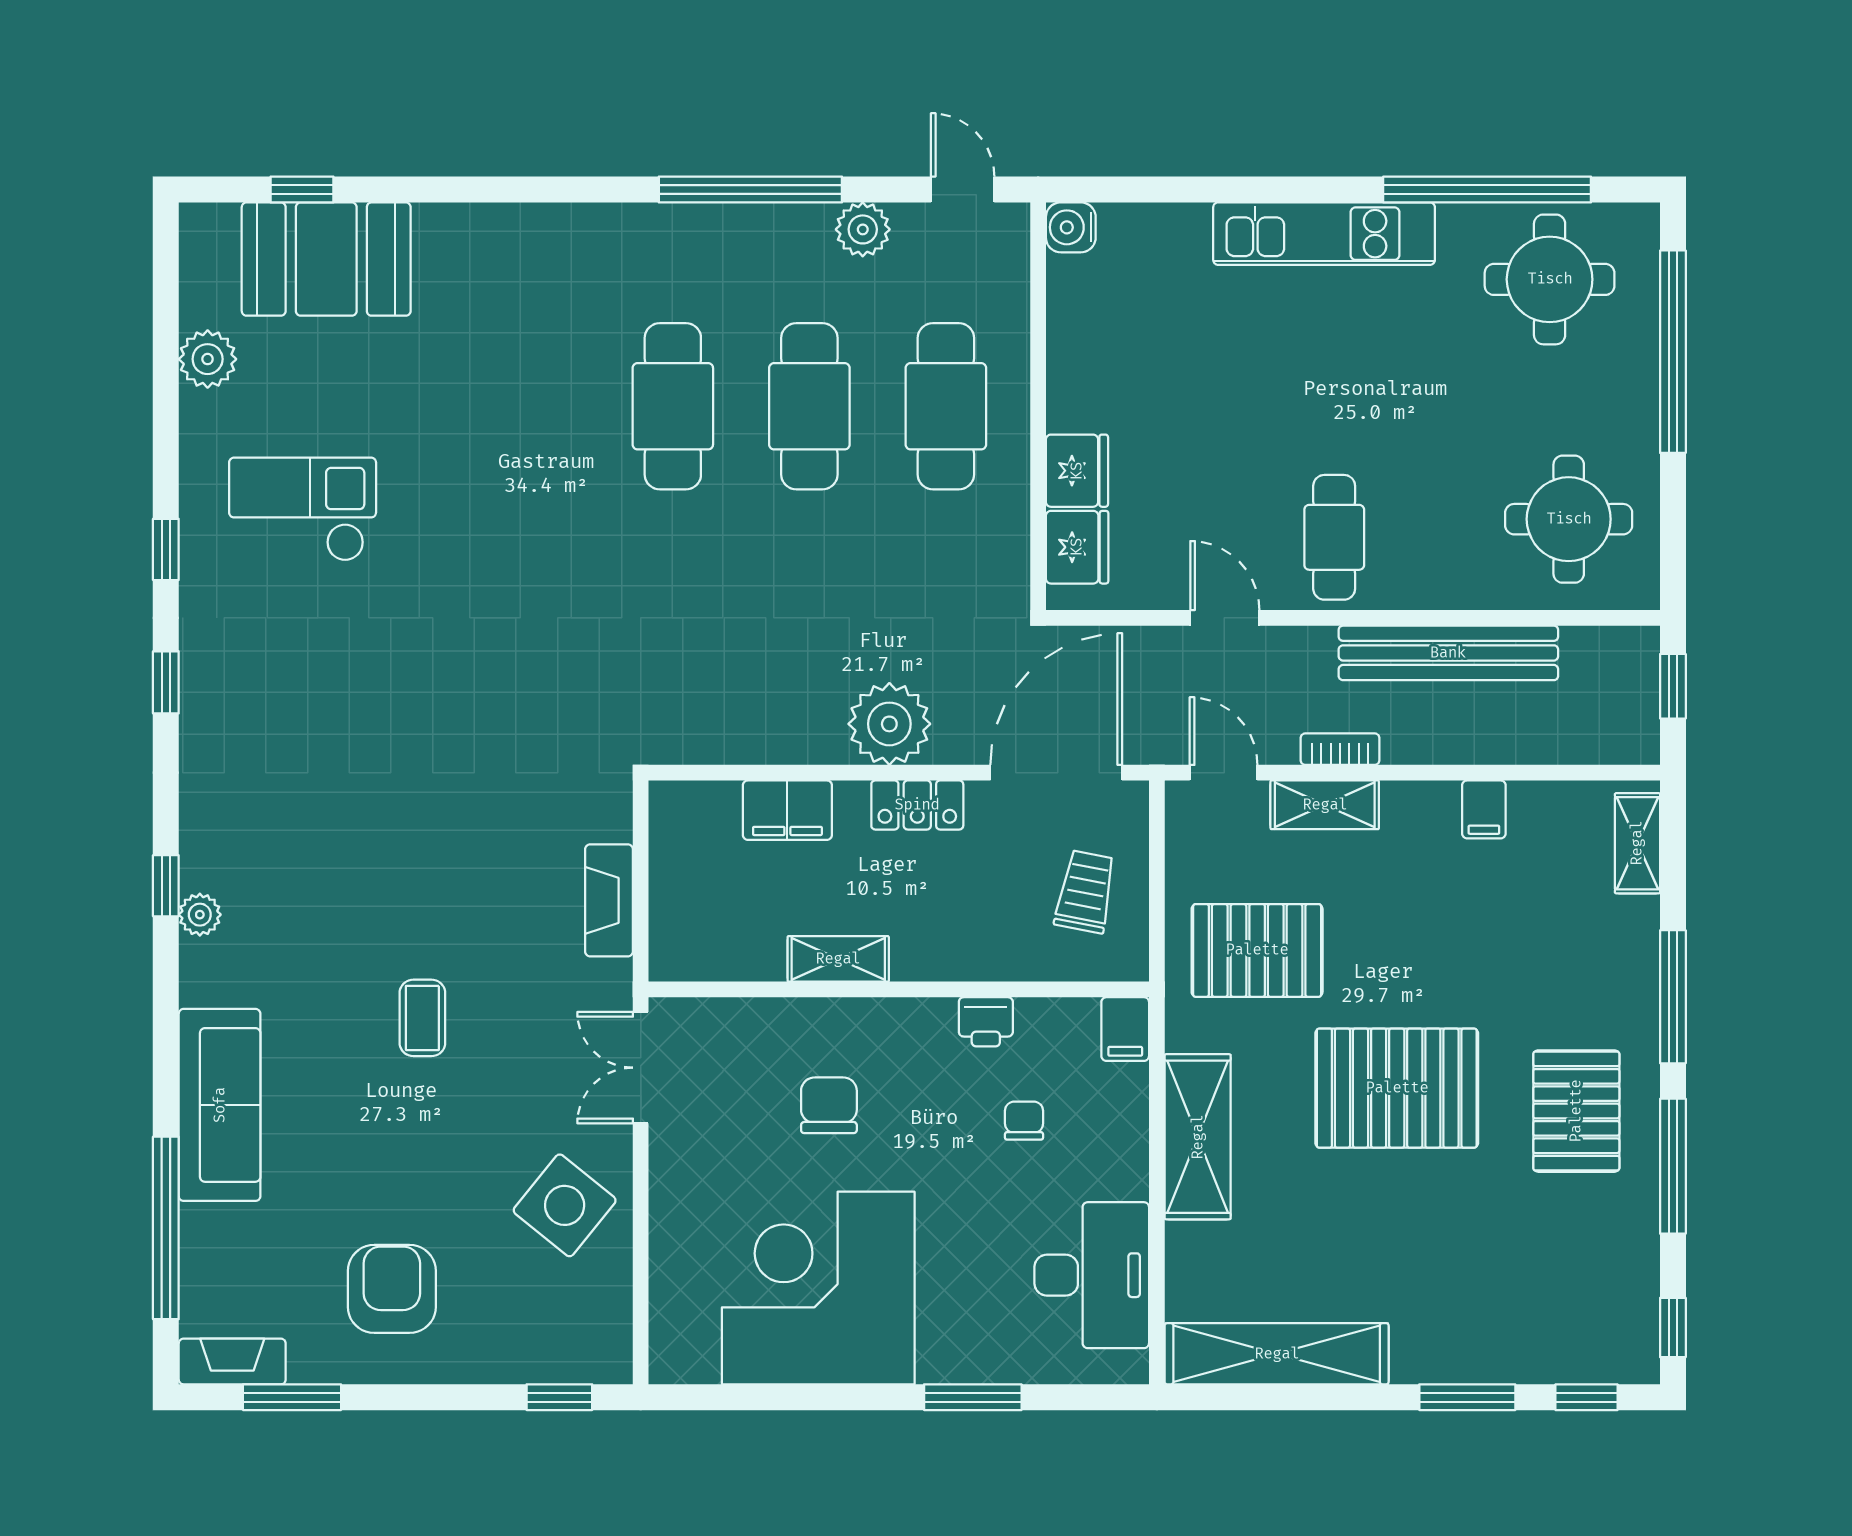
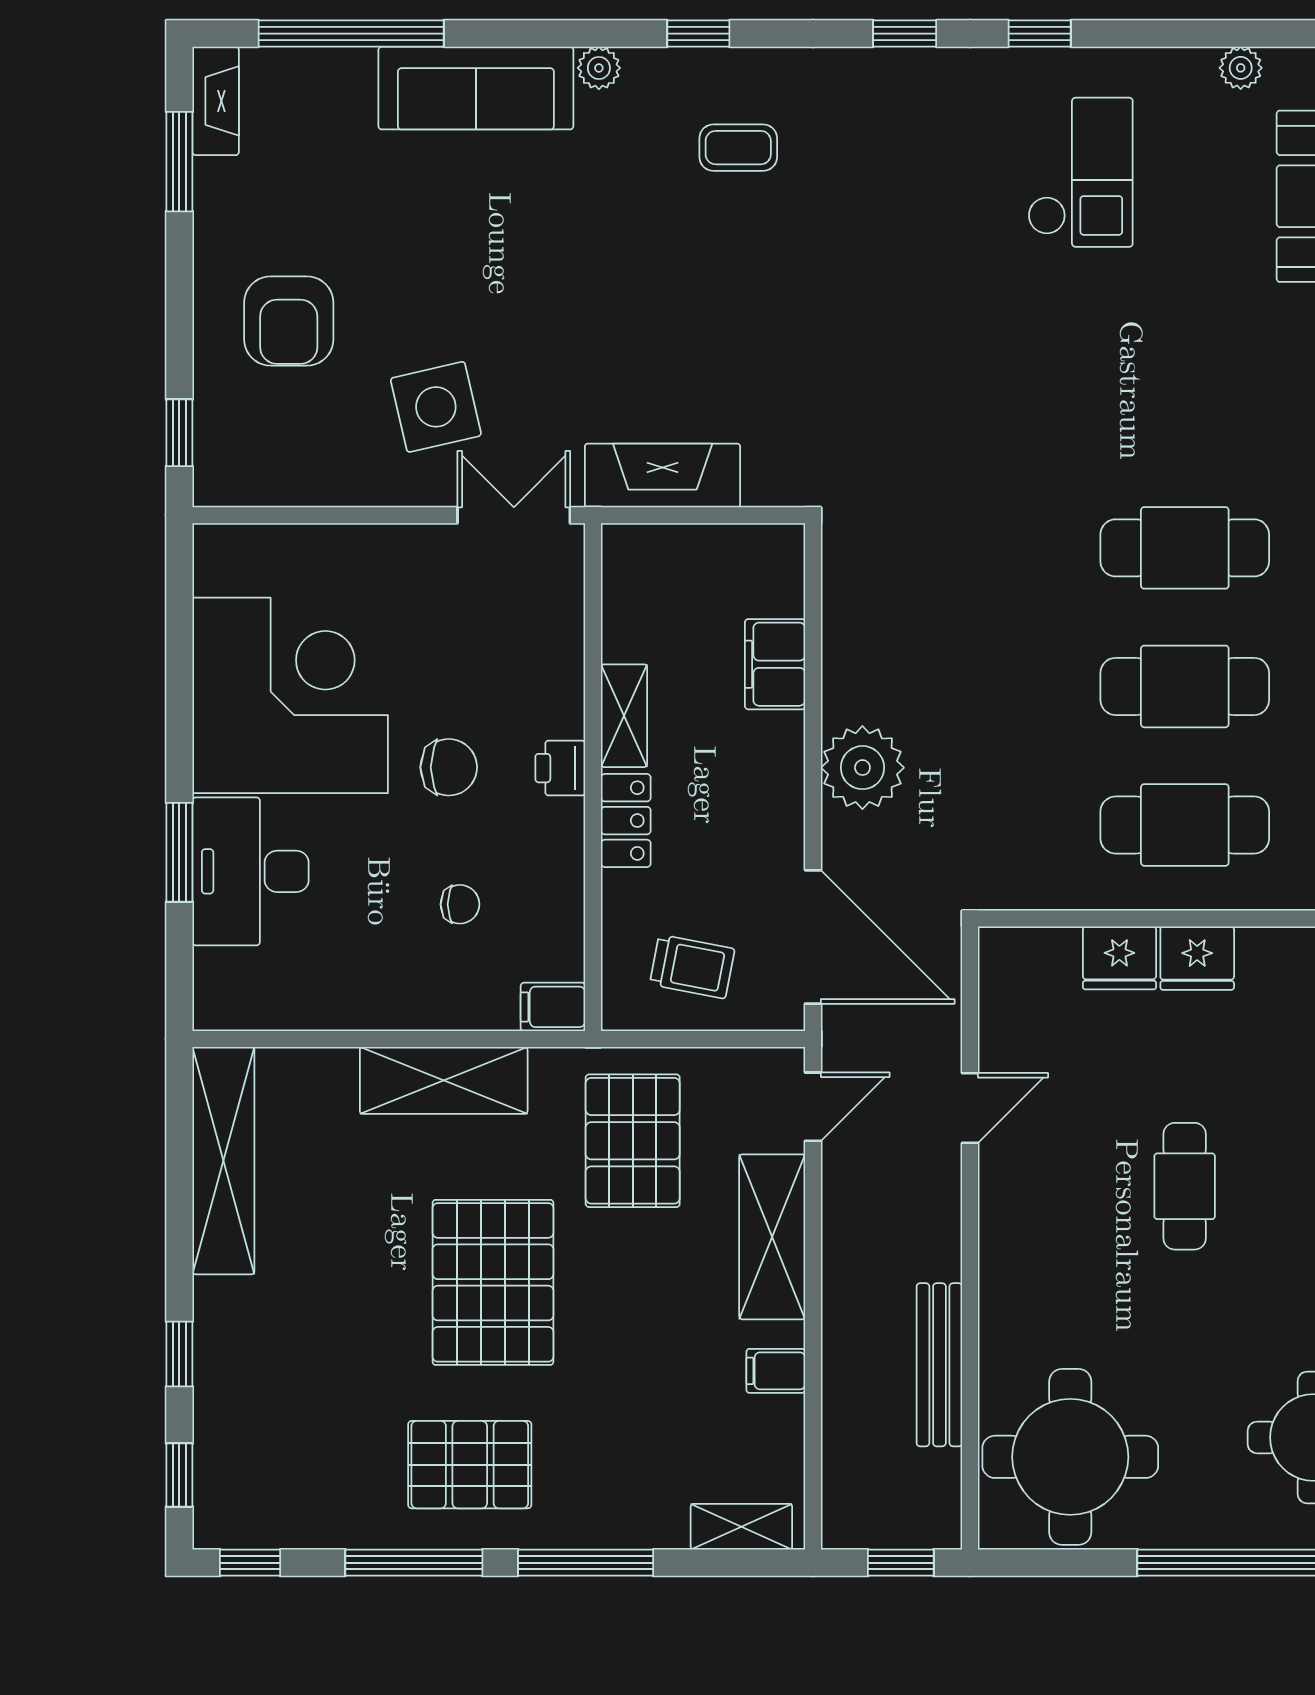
plant: (208, 359) -> (1241, 68), width x0.73, depth x0.73
round table: (1569, 519) -> (1070, 1457), width x1.36, depth x1.36
cafe table: (1334, 537) -> (1185, 1186), moved, turned 90
fridge: (1077, 547) -> (1197, 958), moved
bench: (1448, 653) -> (939, 1365), width x0.73, depth x0.82
bookcase: (1340, 749) -> (837, 1225), removed
locker: (917, 805) -> (626, 821), moved, turned 180
shelving: (1325, 805) -> (772, 1237), width x1.50, depth x1.33
fireplace: (609, 900) -> (663, 475), width x1.37, depth x1.32
plant: (200, 915) -> (599, 68), moved
coffee table: (422, 1018) -> (738, 148), moved
printer: (986, 1022) -> (560, 768), moved
chair: (829, 1105) -> (449, 767), moved
side table: (565, 1205) -> (436, 407), moved, turned 38
desk: (1092, 1275) -> (251, 871), moved, turned 90
armchair: (392, 1289) -> (289, 321), moved, turned 90
window: (1467, 1397) -> (179, 1354), width x0.67

